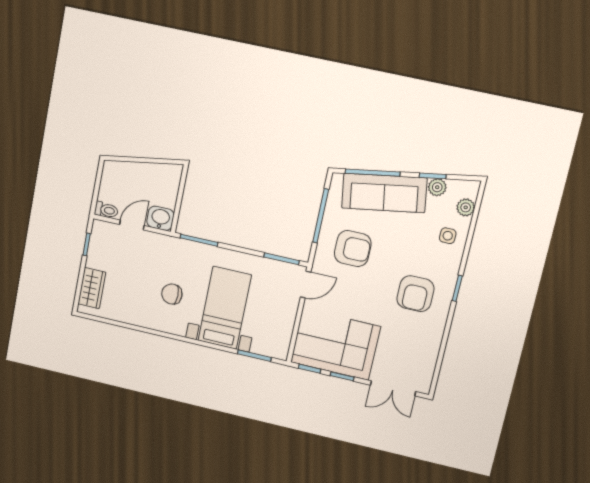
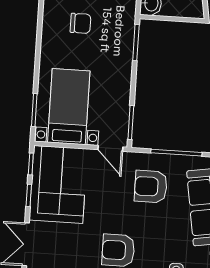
armchair: (353, 249) -> (151, 187), turned 90
chair: (172, 294) -> (80, 23), turned 90
bed with nightstands: (225, 308) -> (69, 107), moved, turned -90

